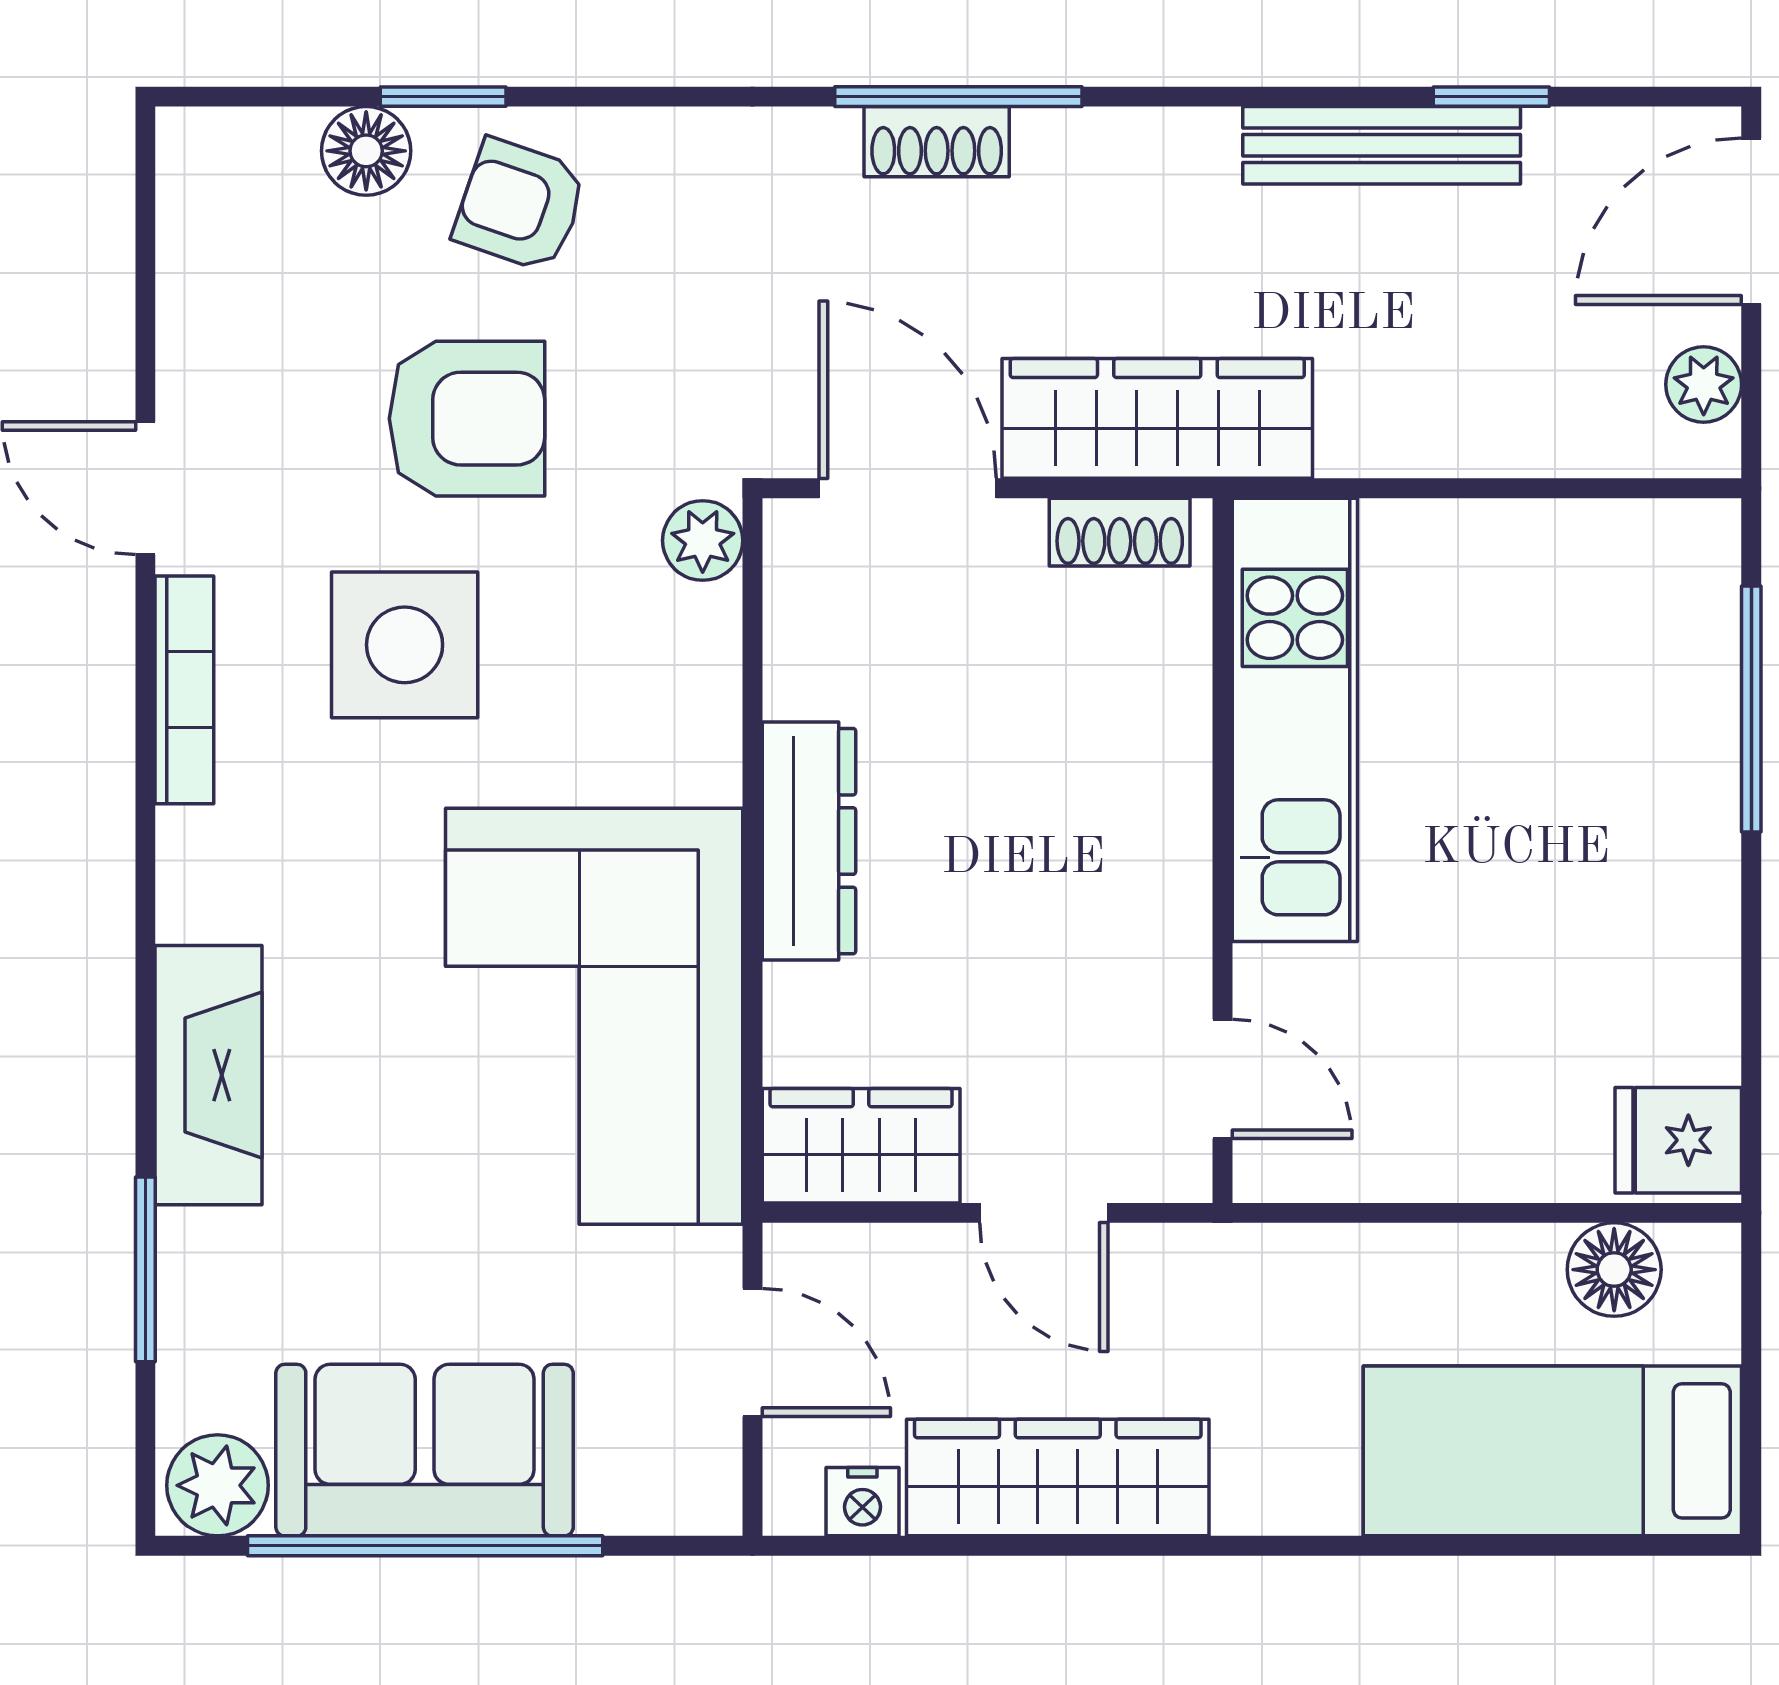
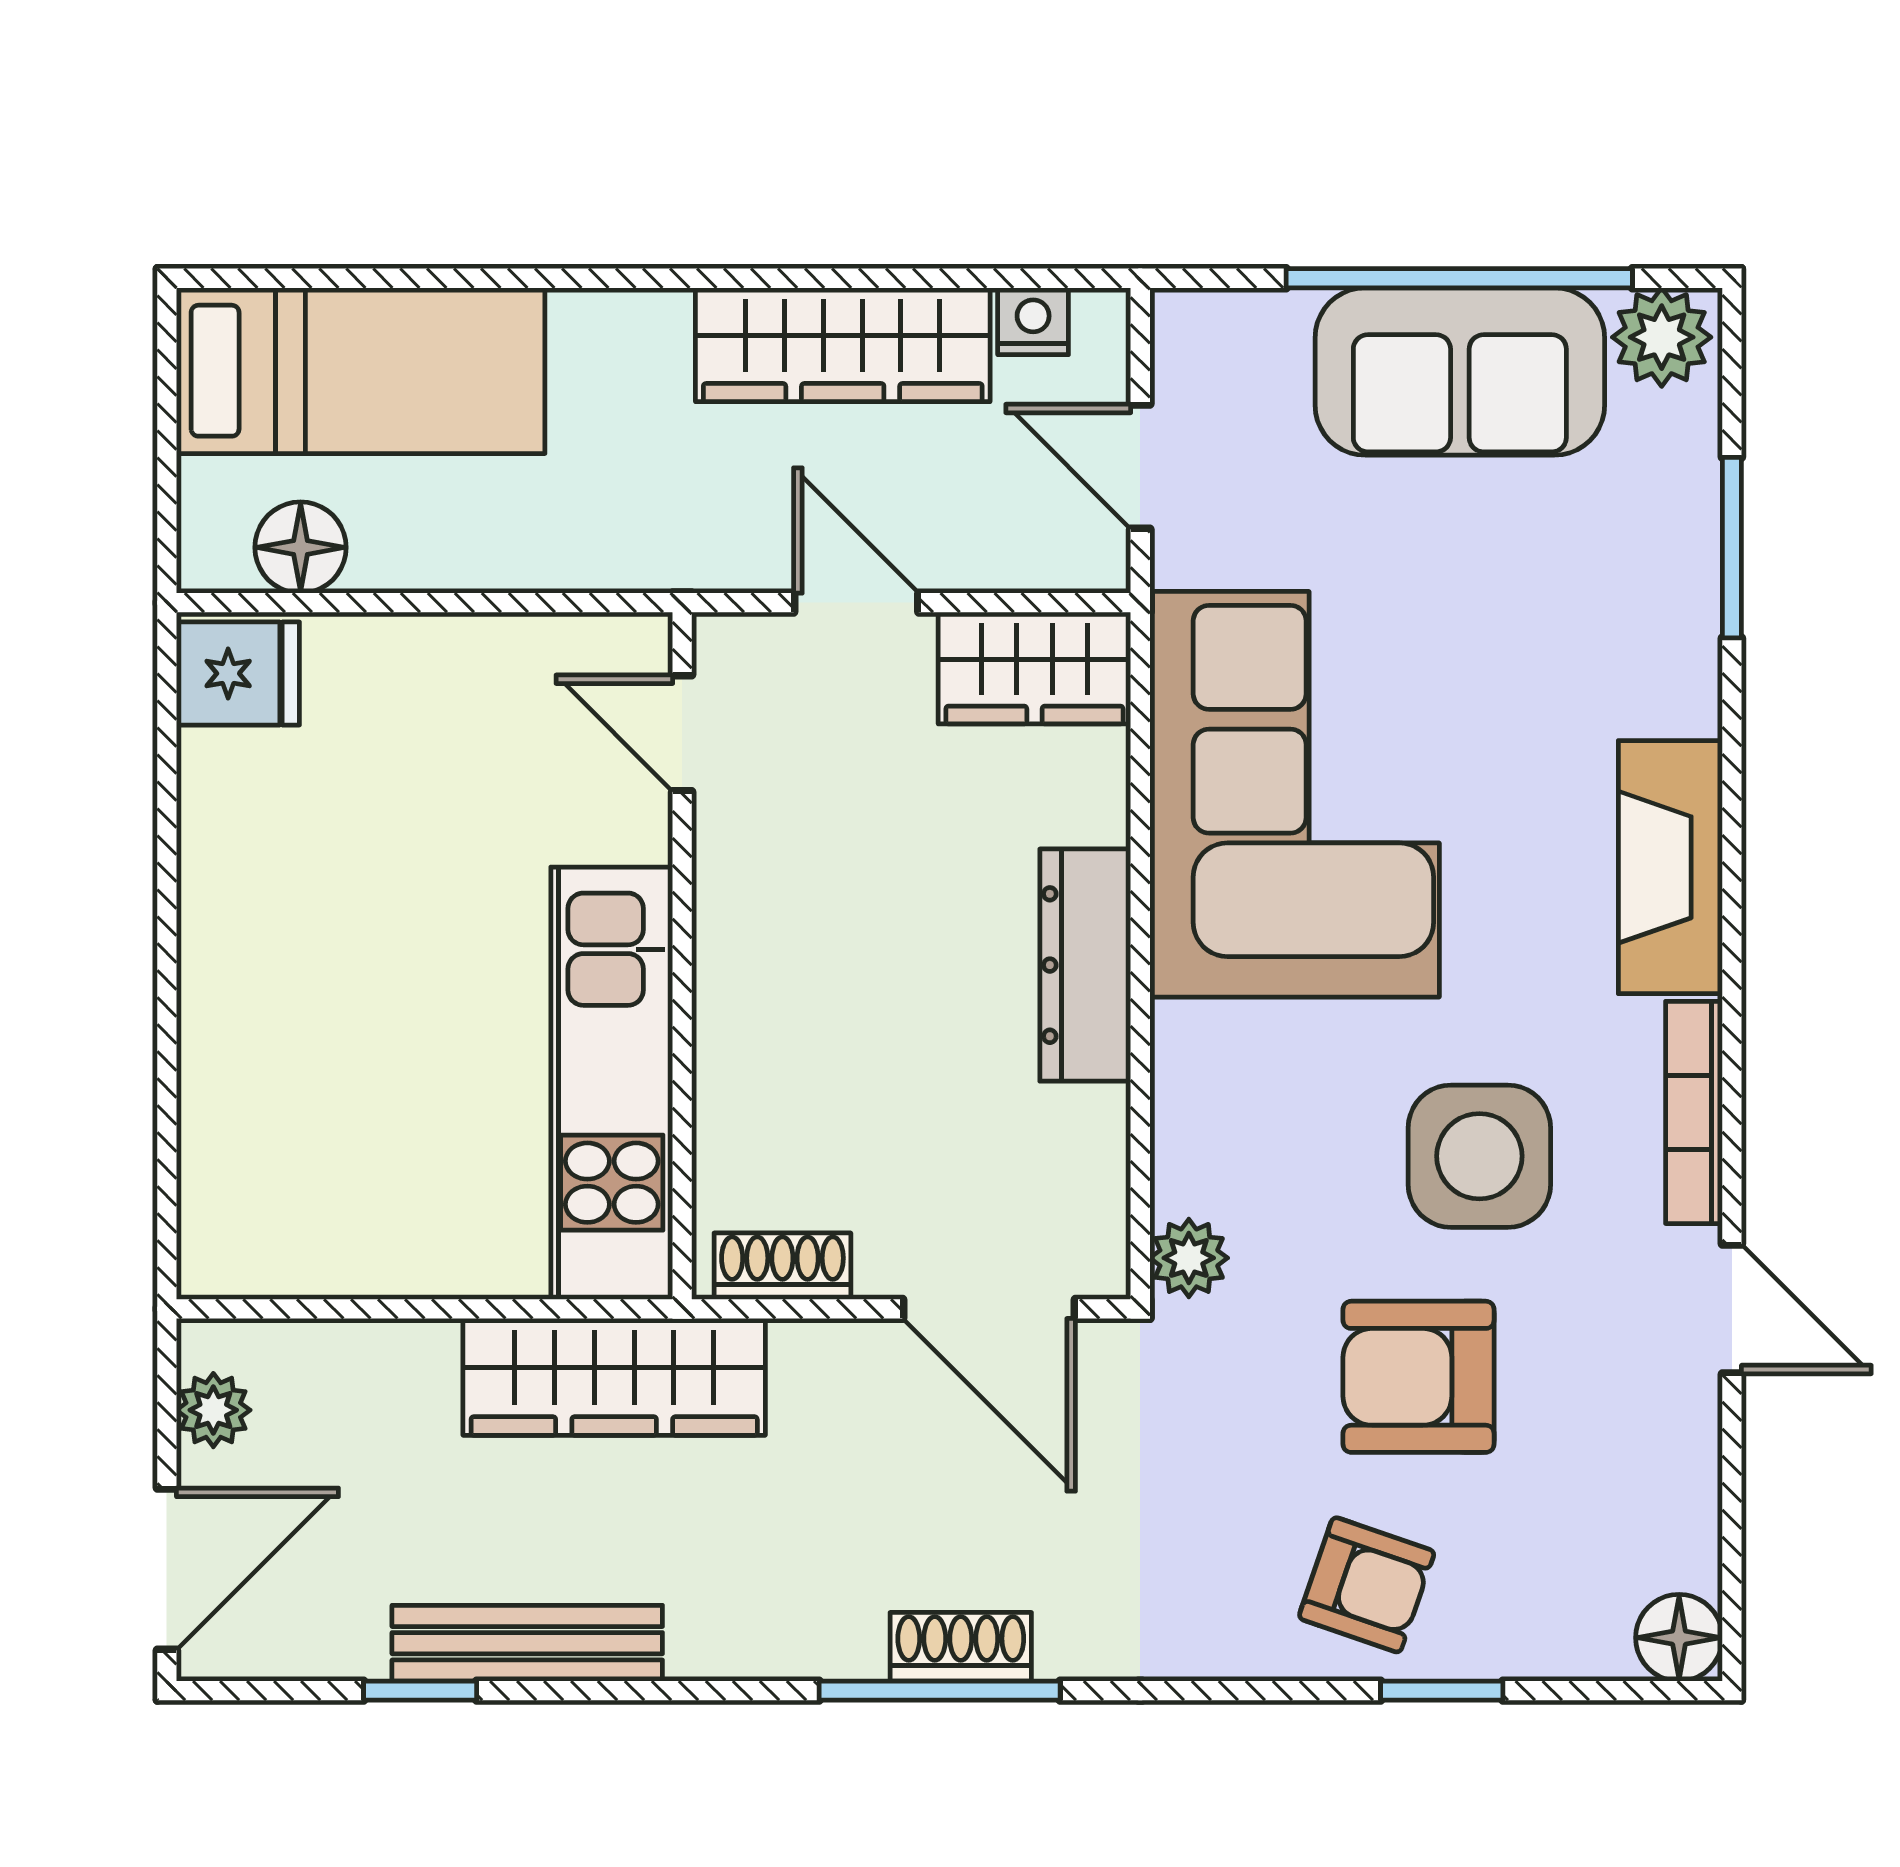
floor lamp: (366, 151) -> (1679, 1638), moved
wardrobe: (1157, 418) -> (614, 1377), moved
window: (1751, 709) -> (167, 1094), removed
fireplace: (209, 1075) -> (1670, 867), moved

